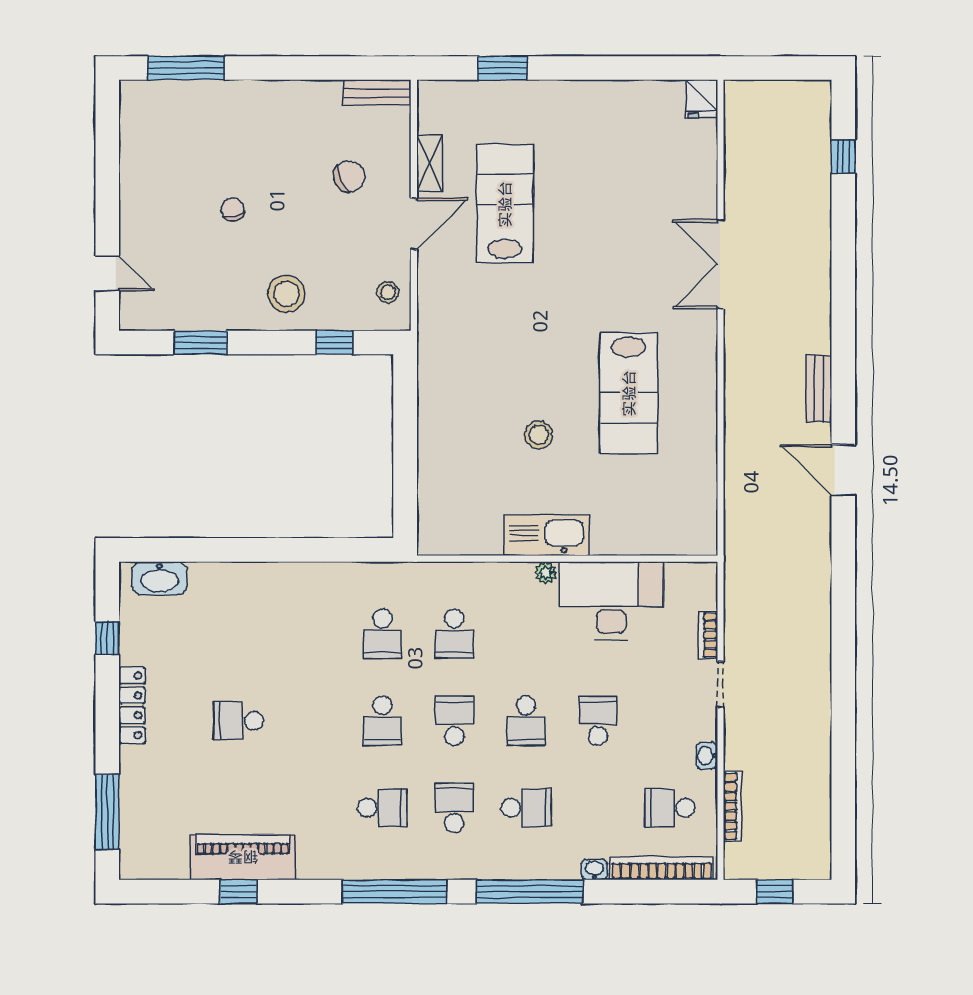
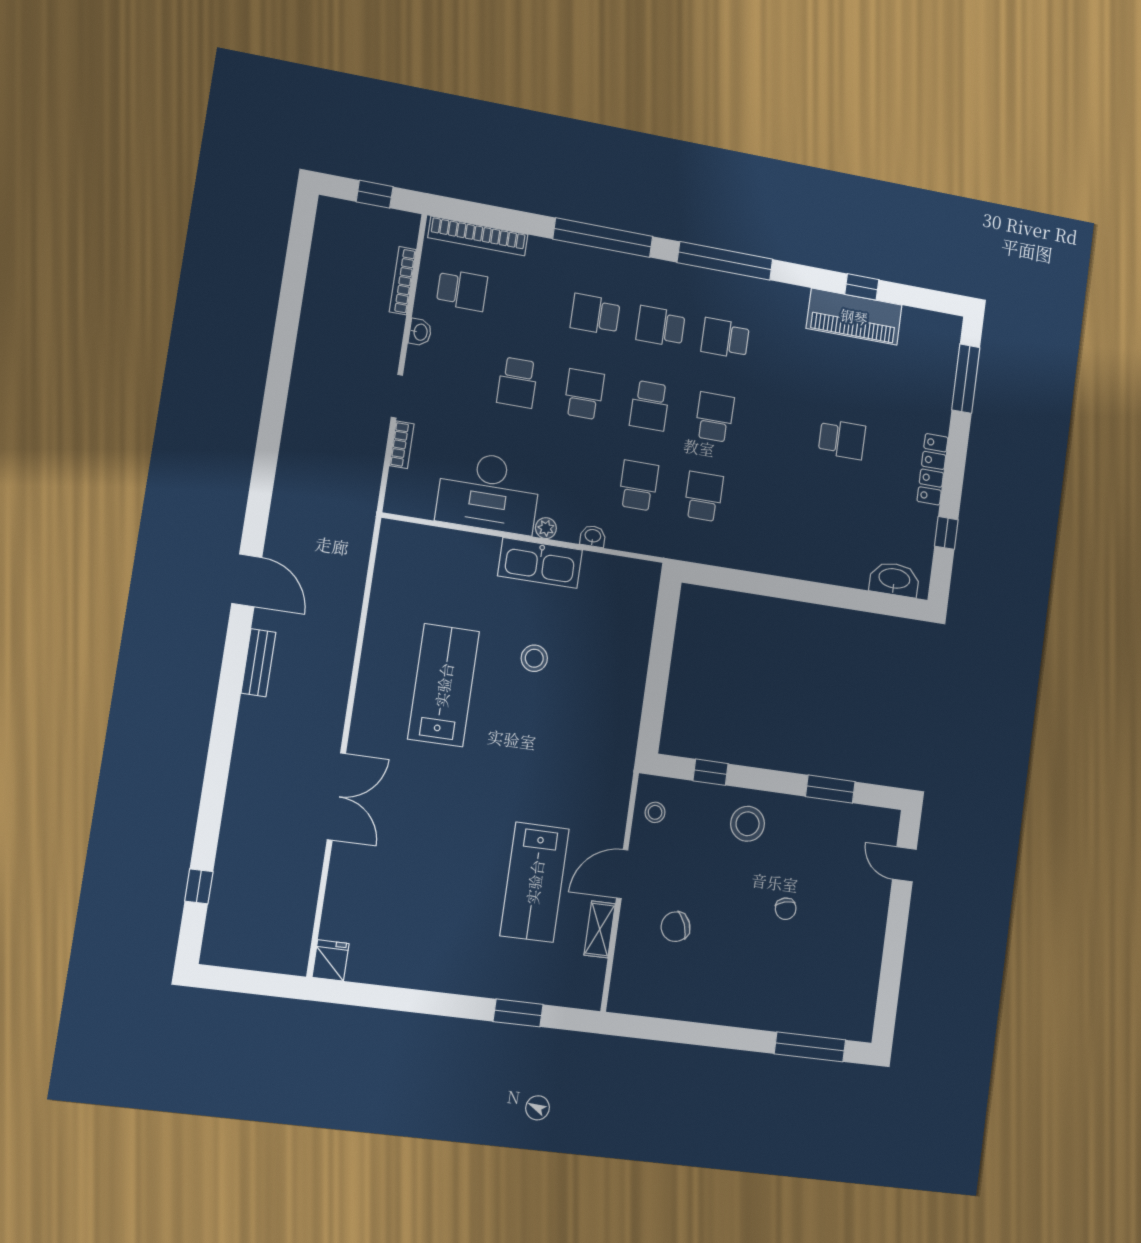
bench: (377, 93) -> (639, 1003), removed
school desk: (454, 808) -> (661, 326), turned 90
washbasin: (594, 869) -> (593, 536), moved, turned 180

